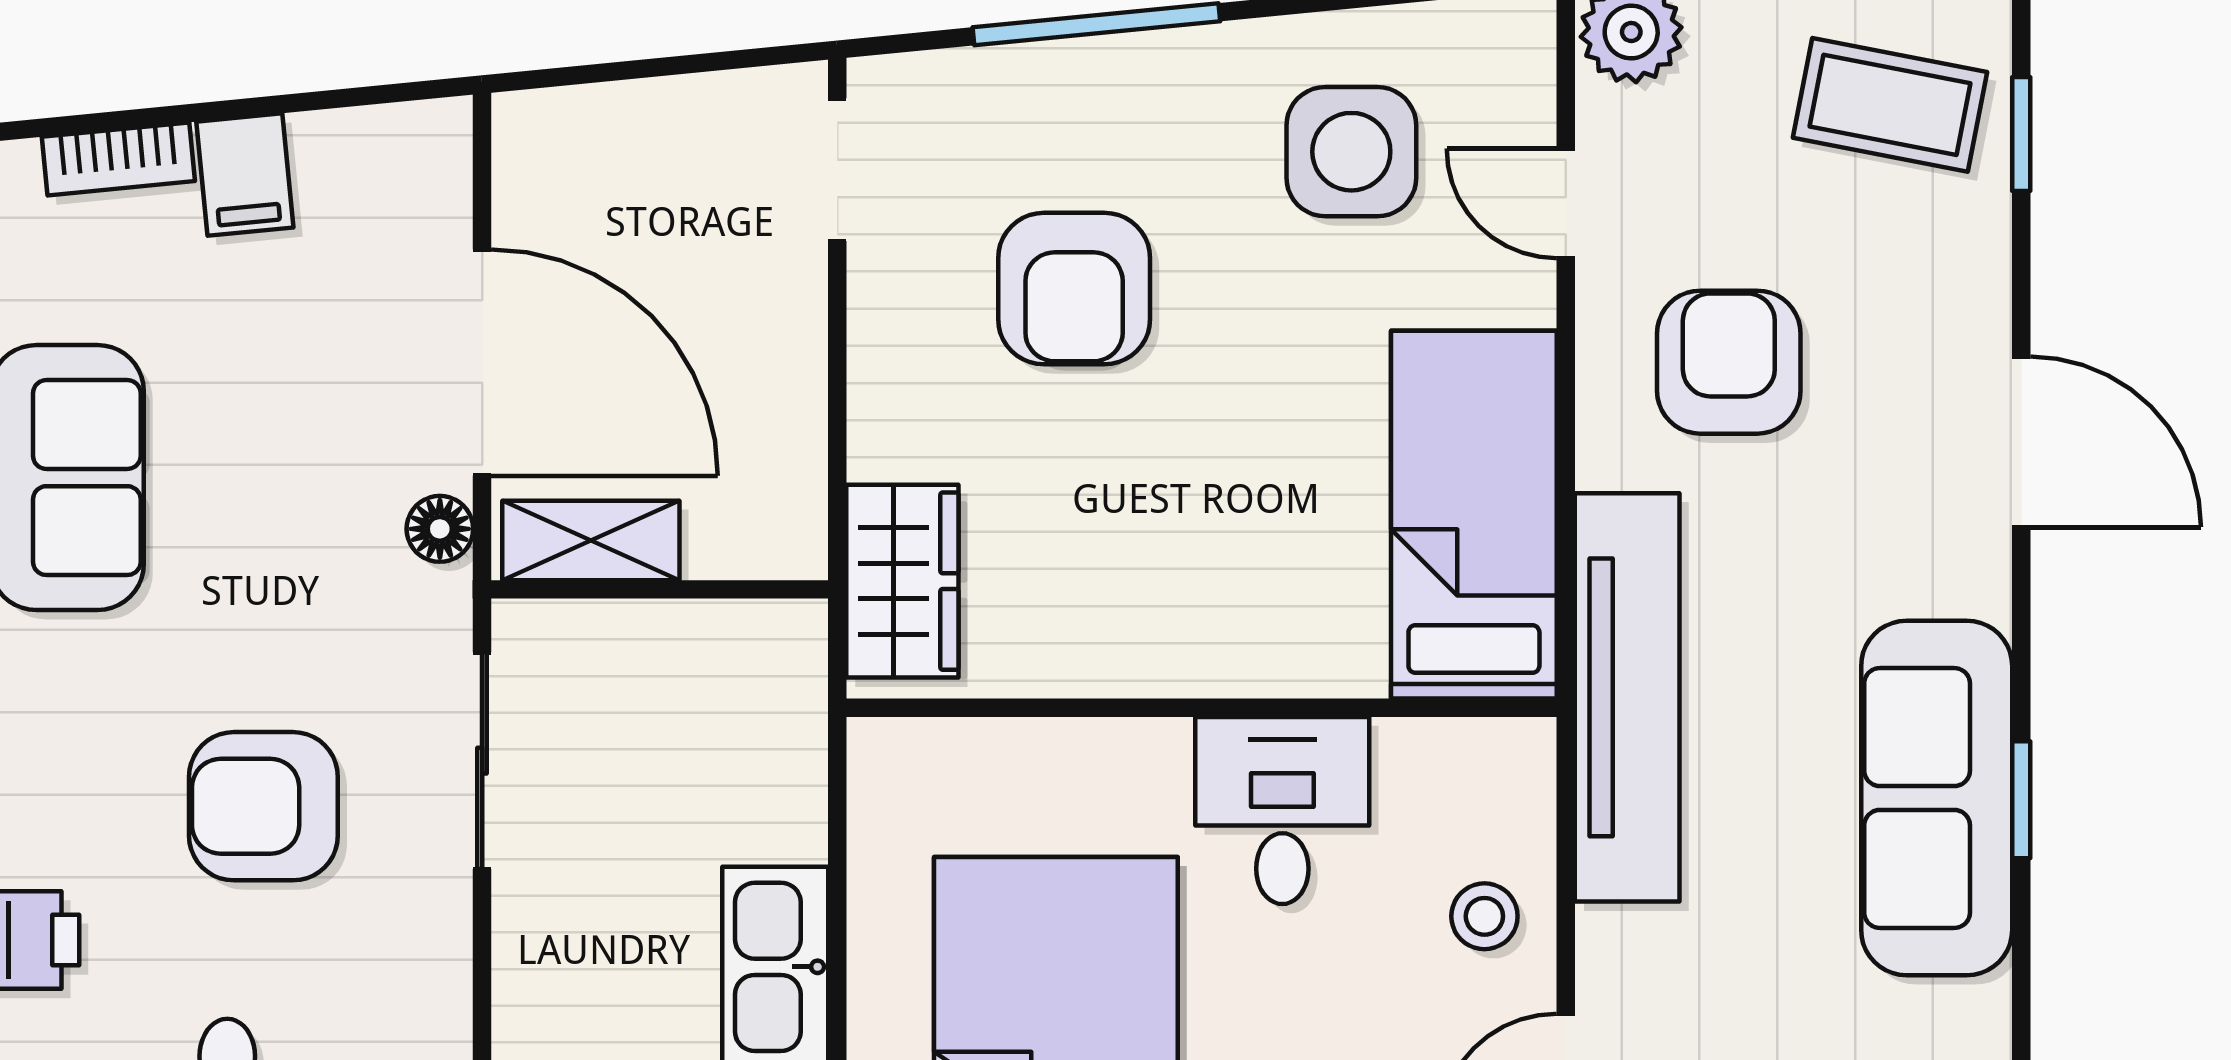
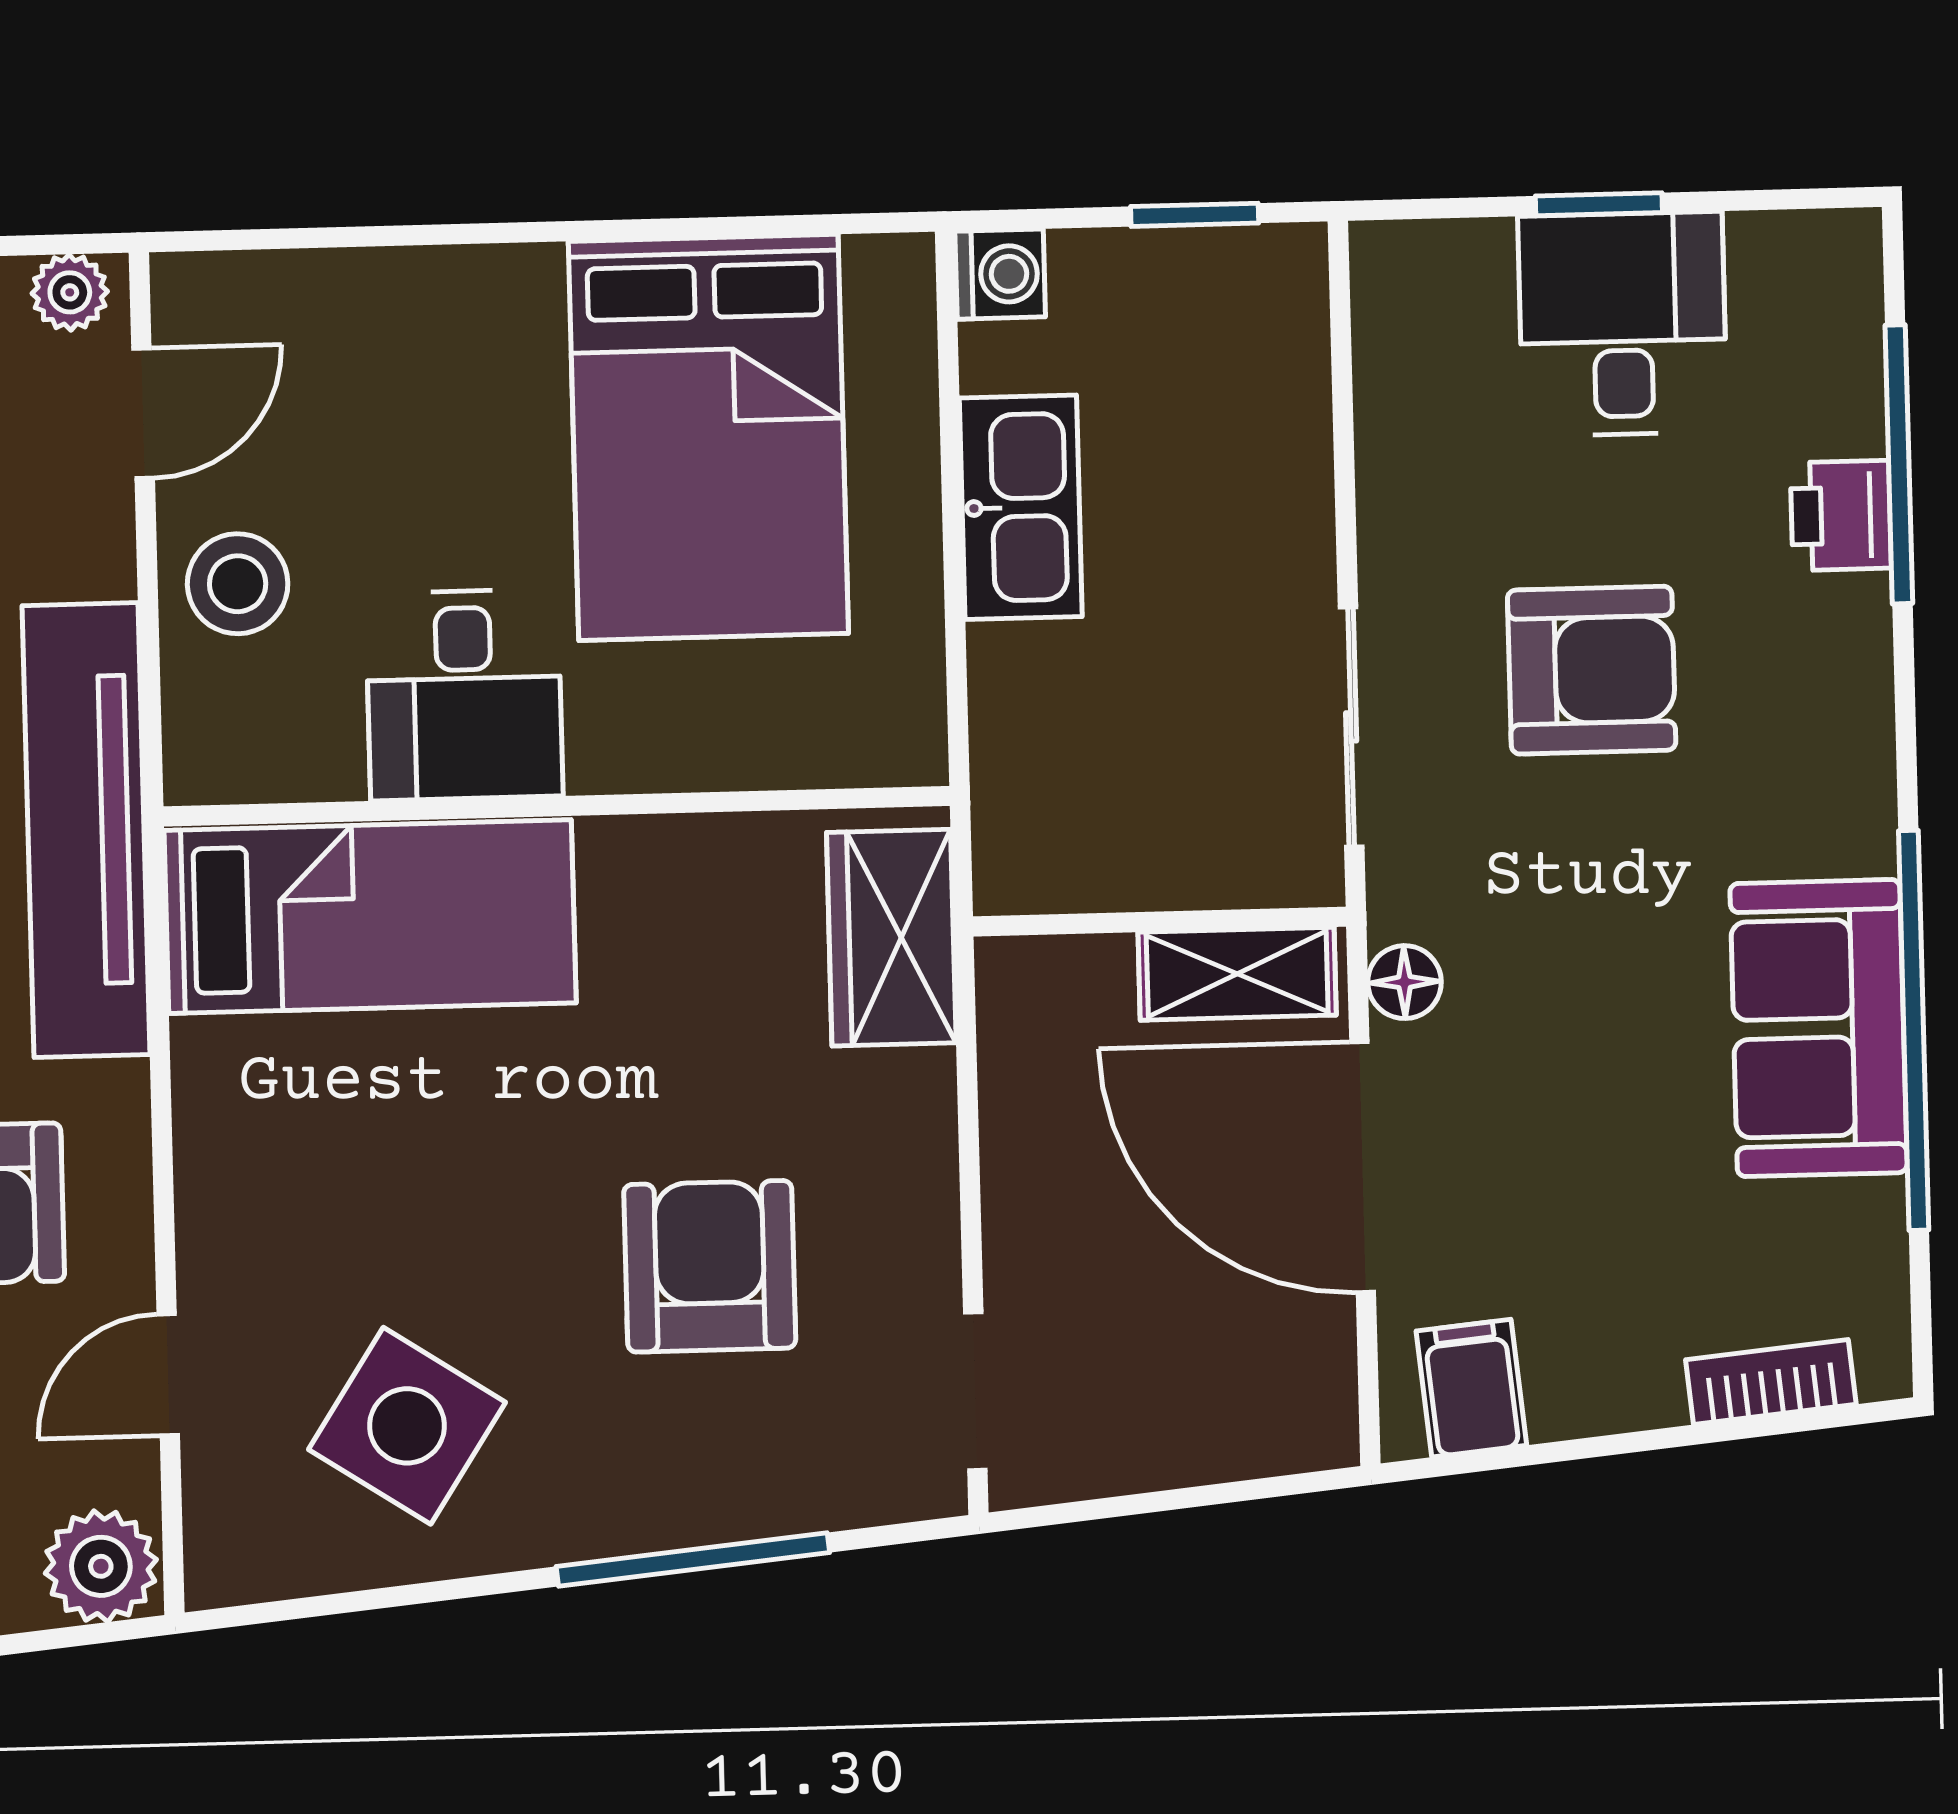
side table: (1351, 152) -> (407, 1426), turned 33
filing cabinet: (245, 175) -> (1471, 1388), moved
door: (1566, 203) -> (168, 1375), swing flipped
bed: (1474, 515) -> (370, 917), moved, turned -90
stool: (1484, 916) -> (238, 584), width x1.37, depth x1.37

